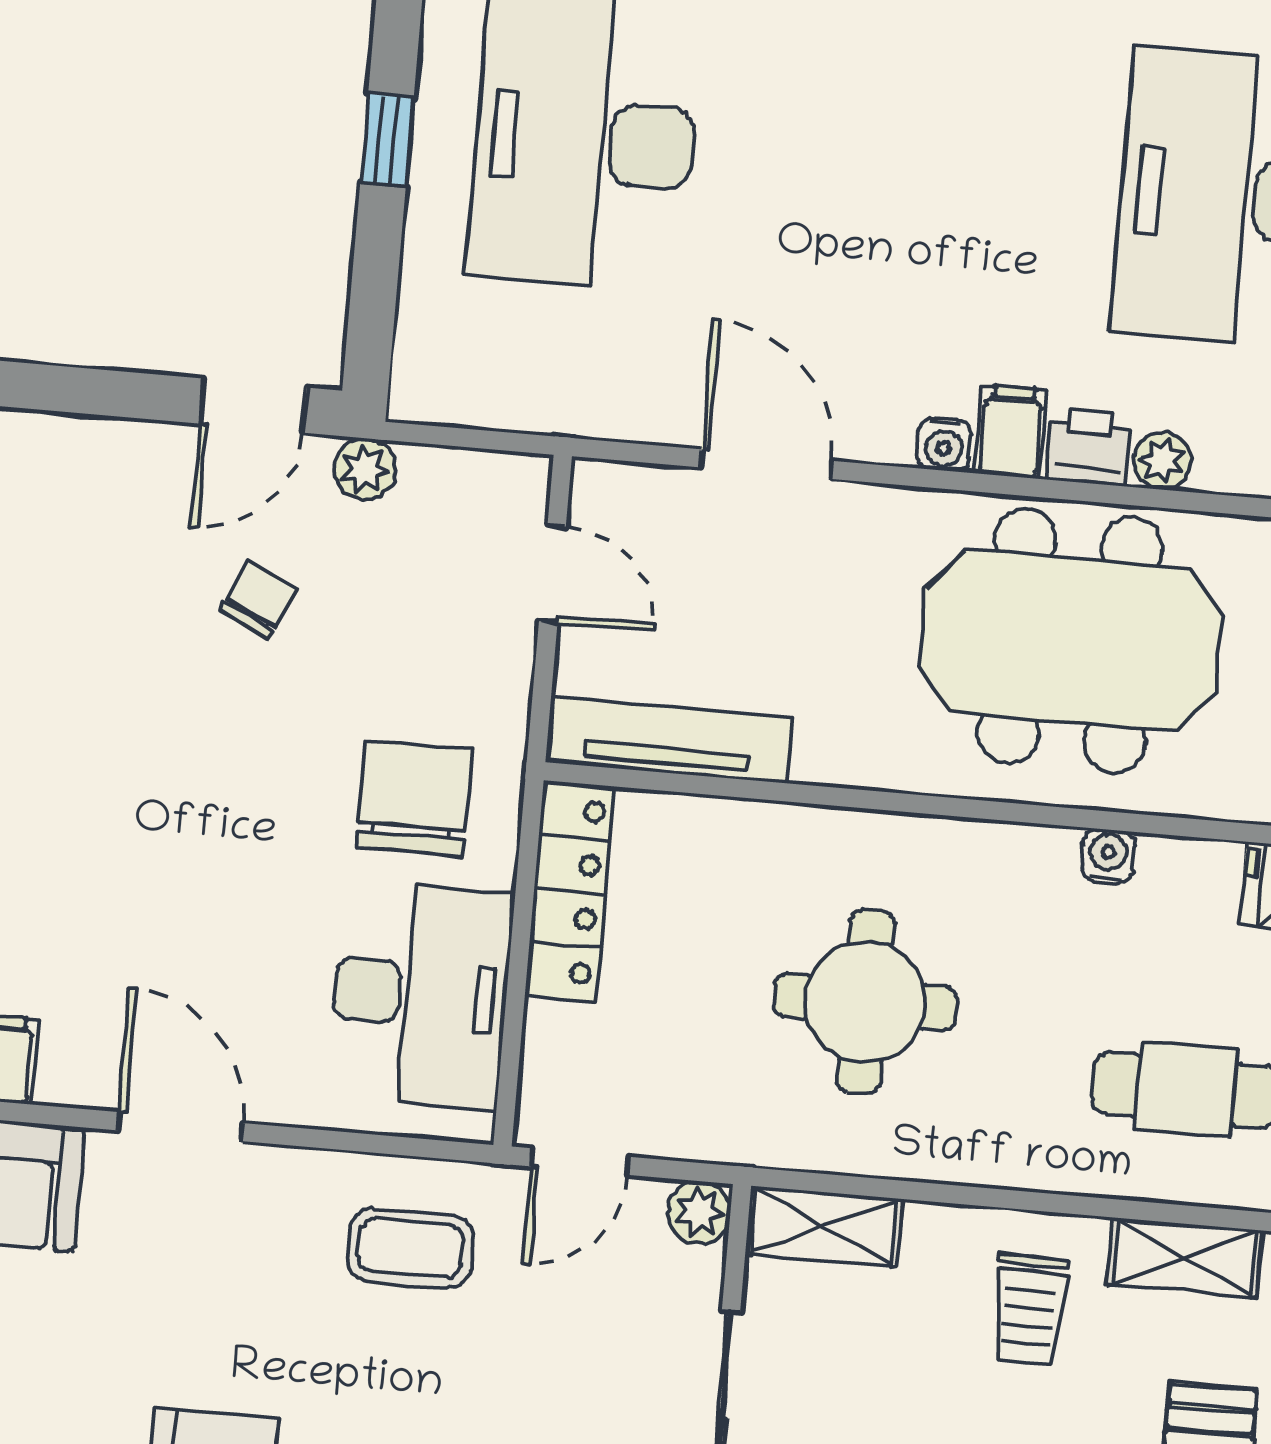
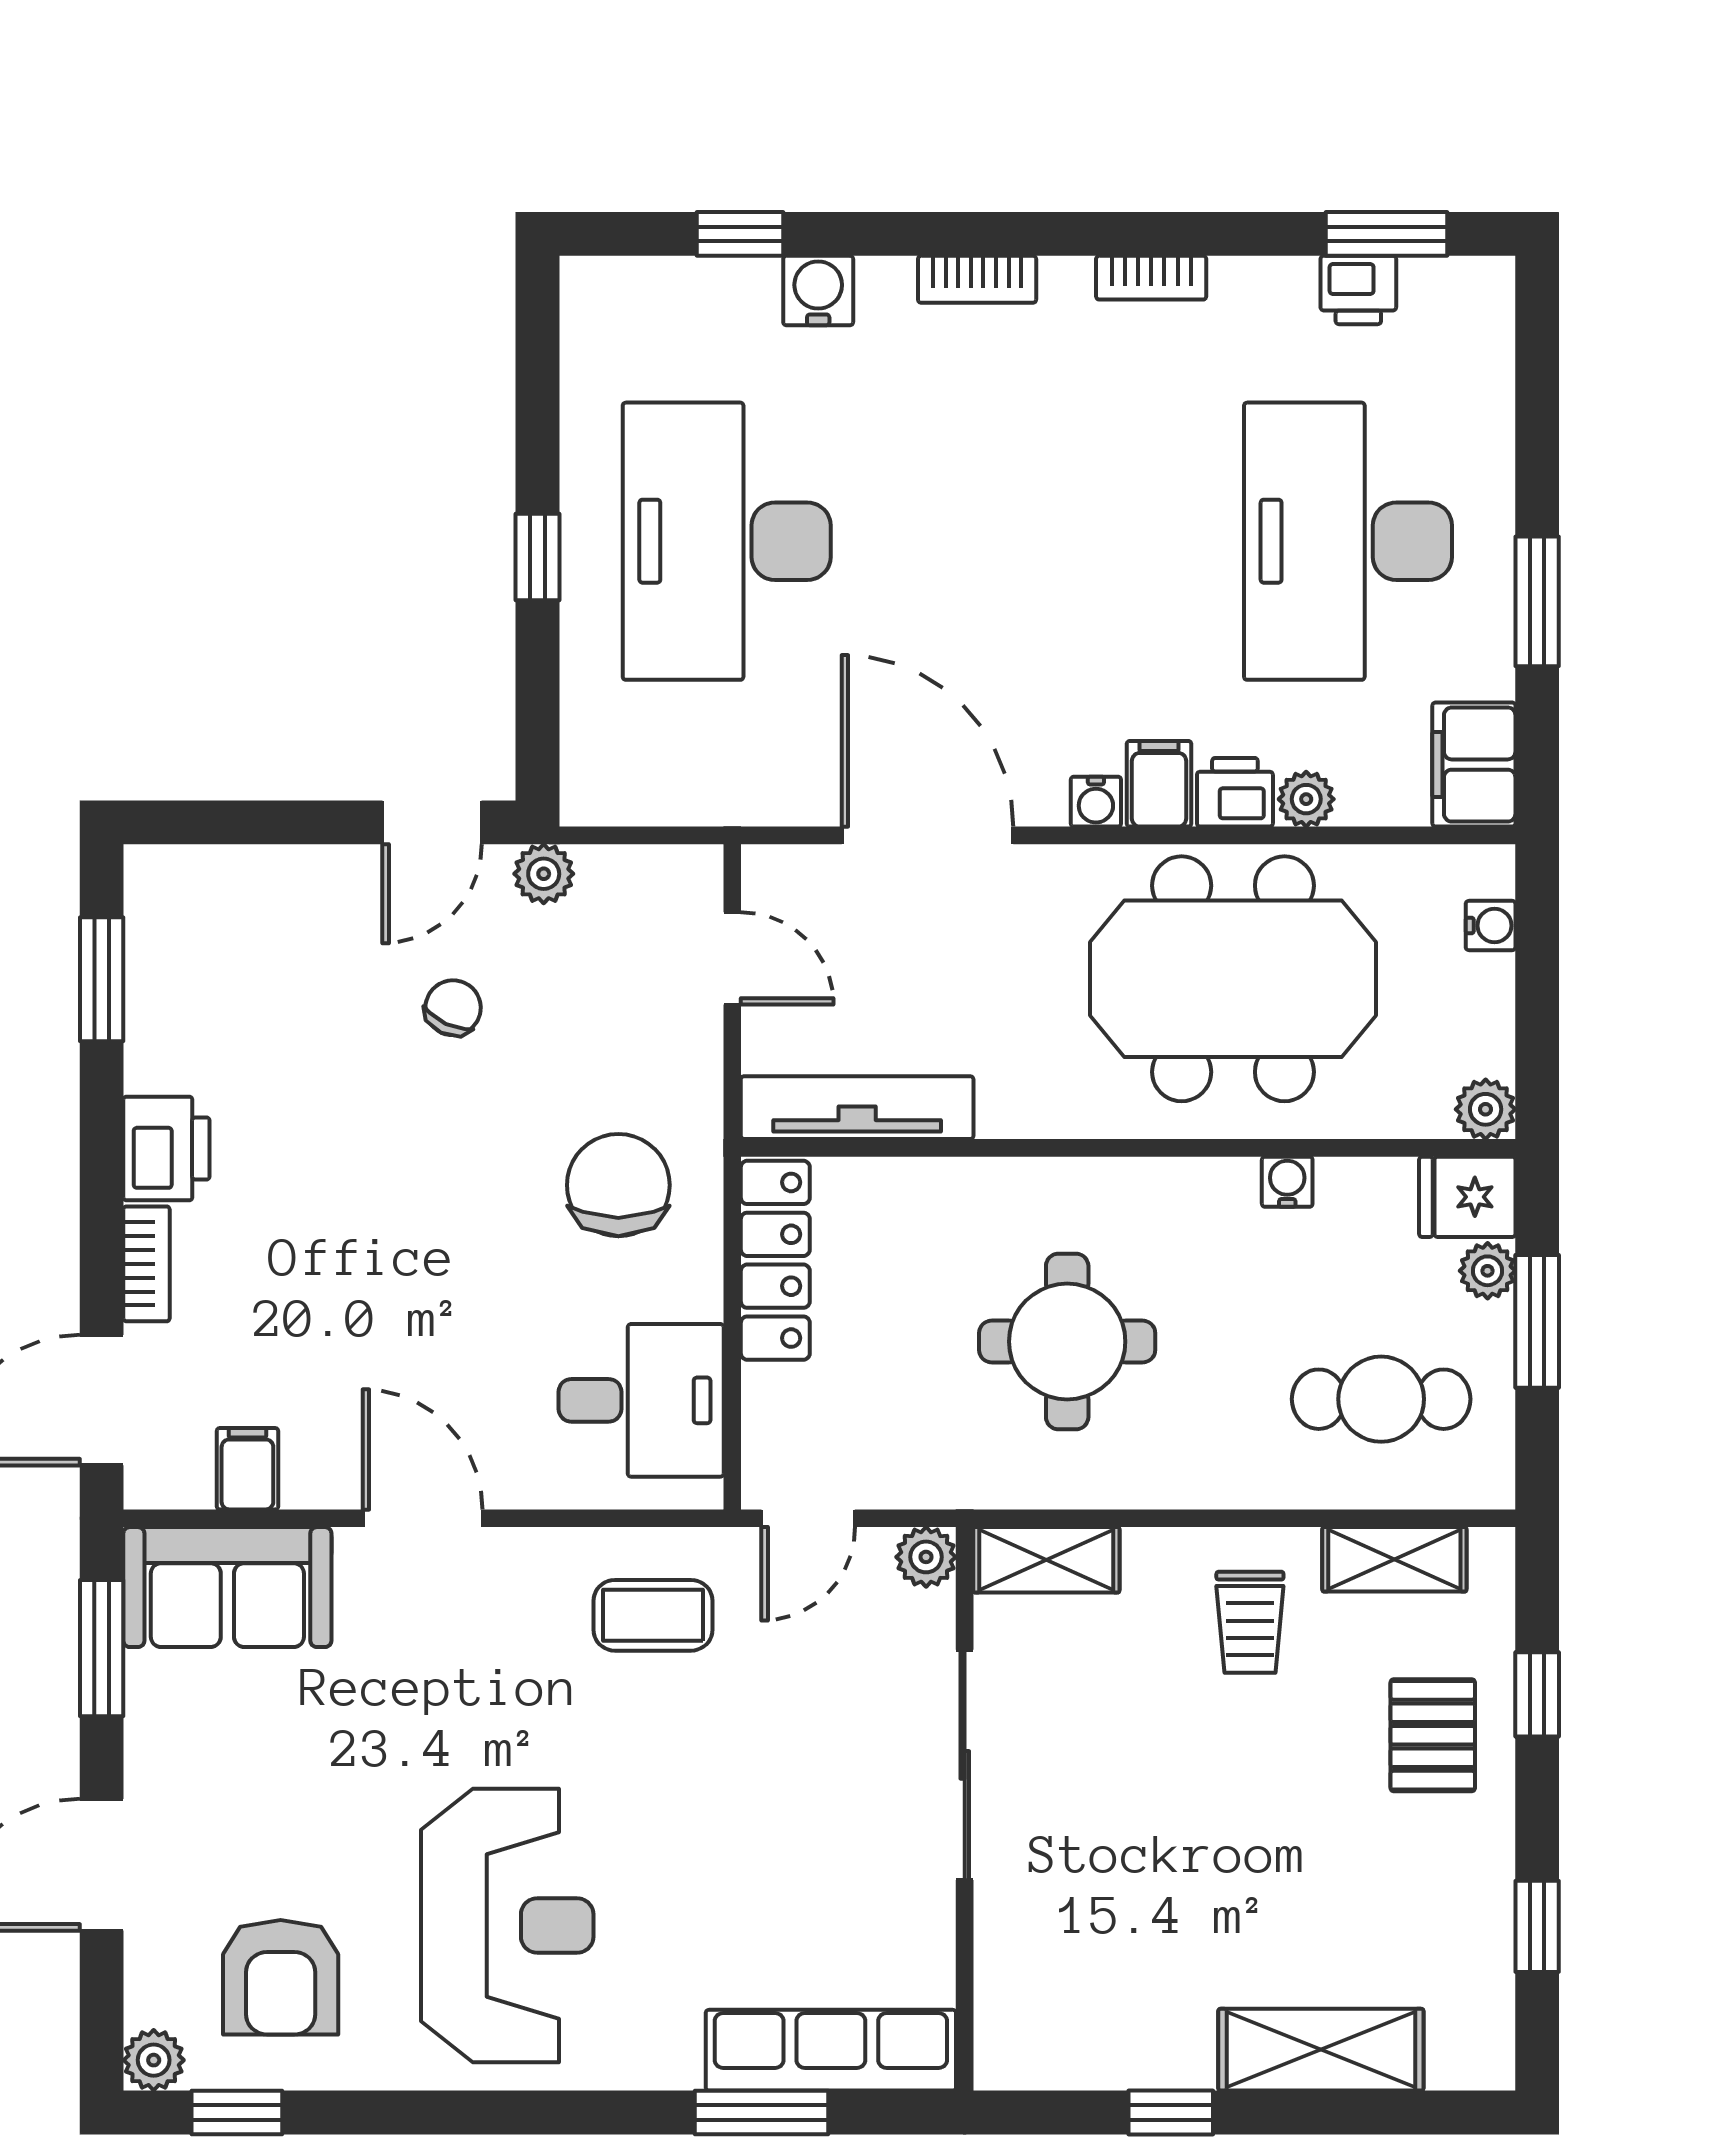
door: (766, 464) -> (928, 835), width x1.36
desk: (420, 995) -> (641, 1400), width x0.73

